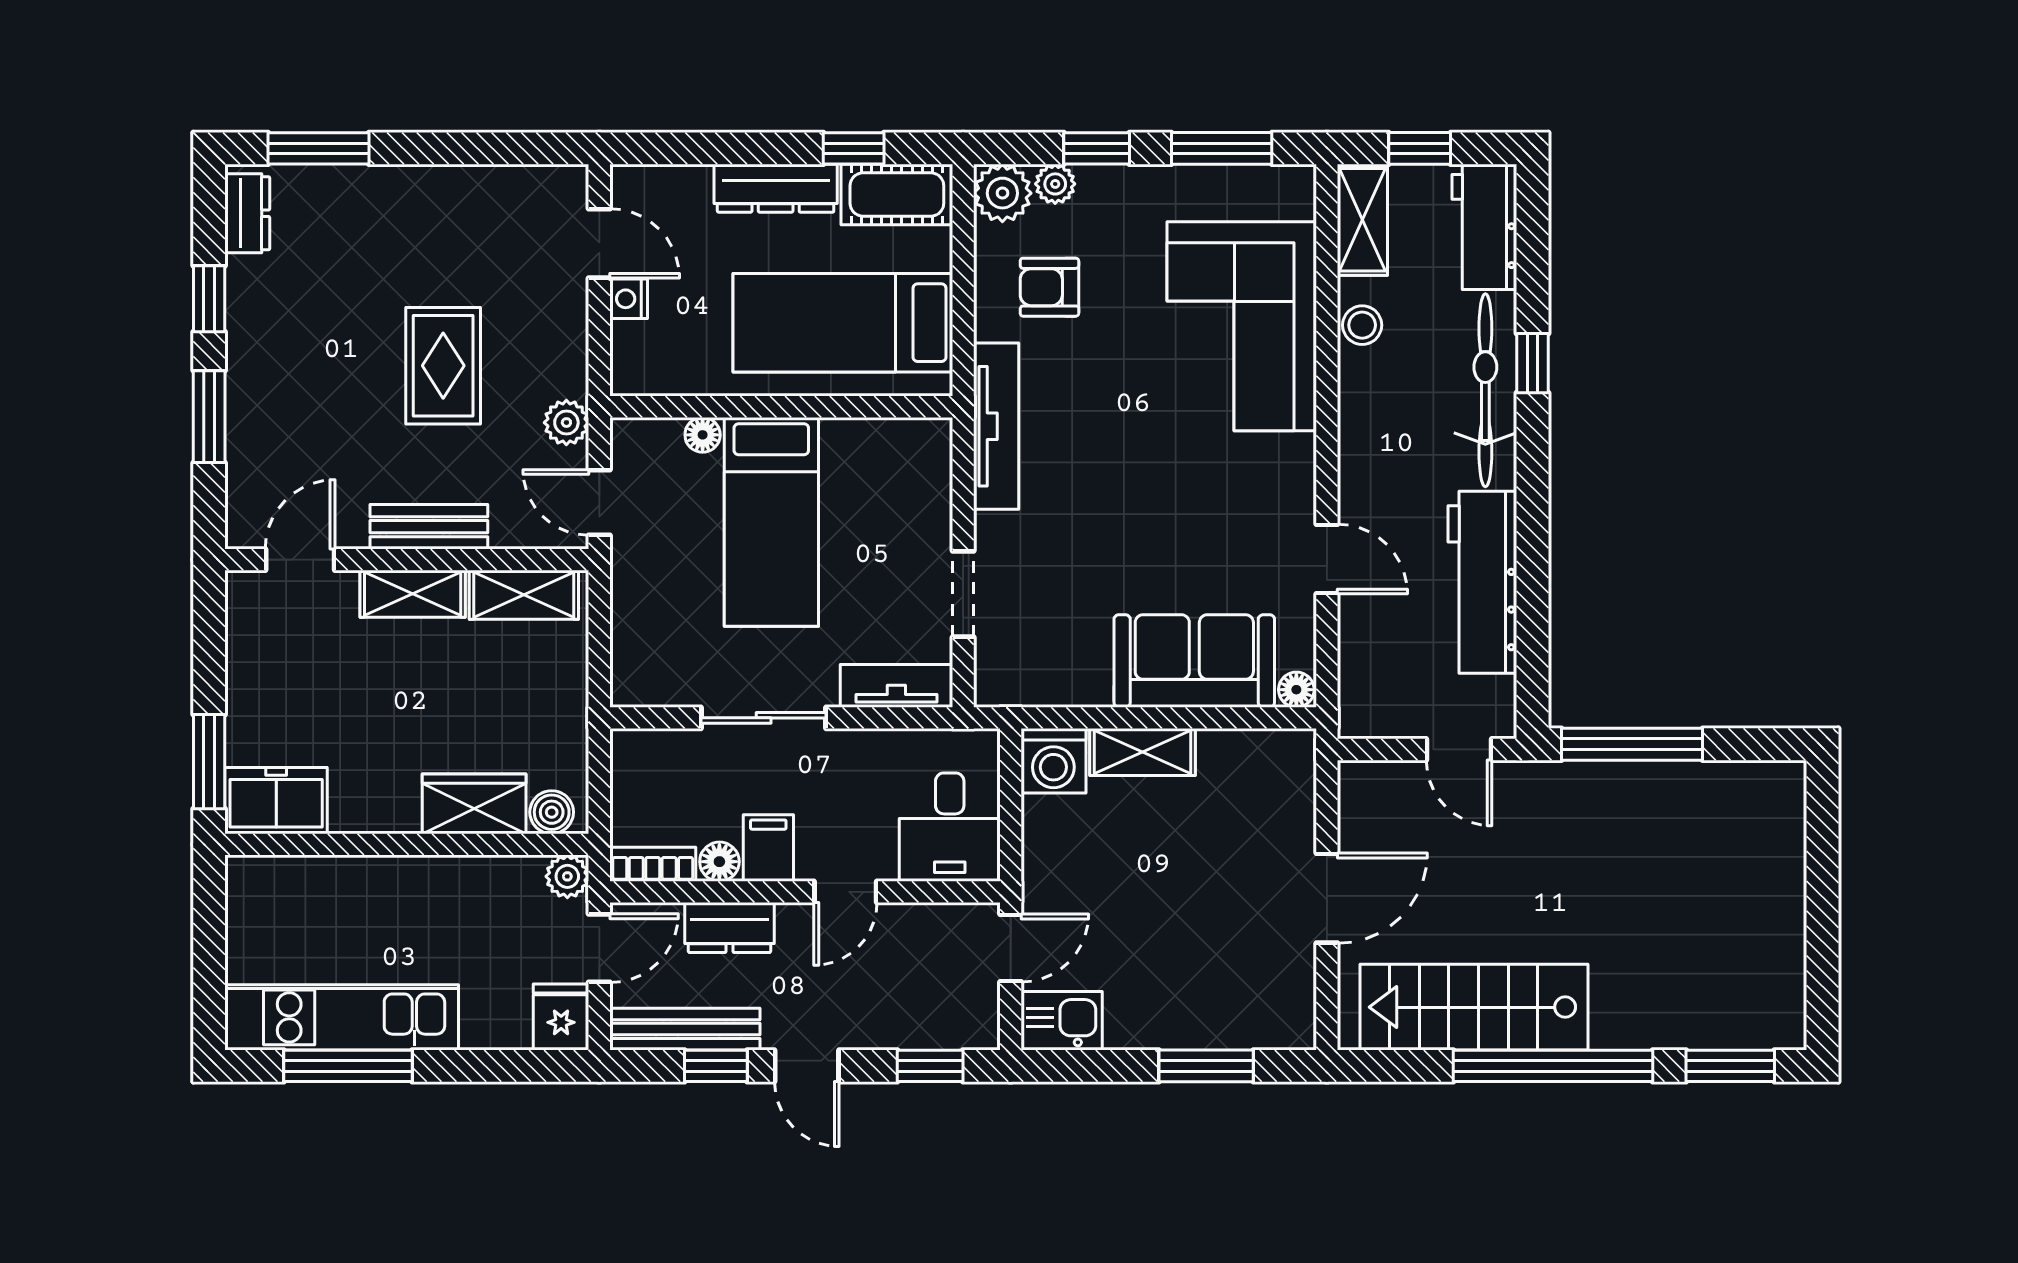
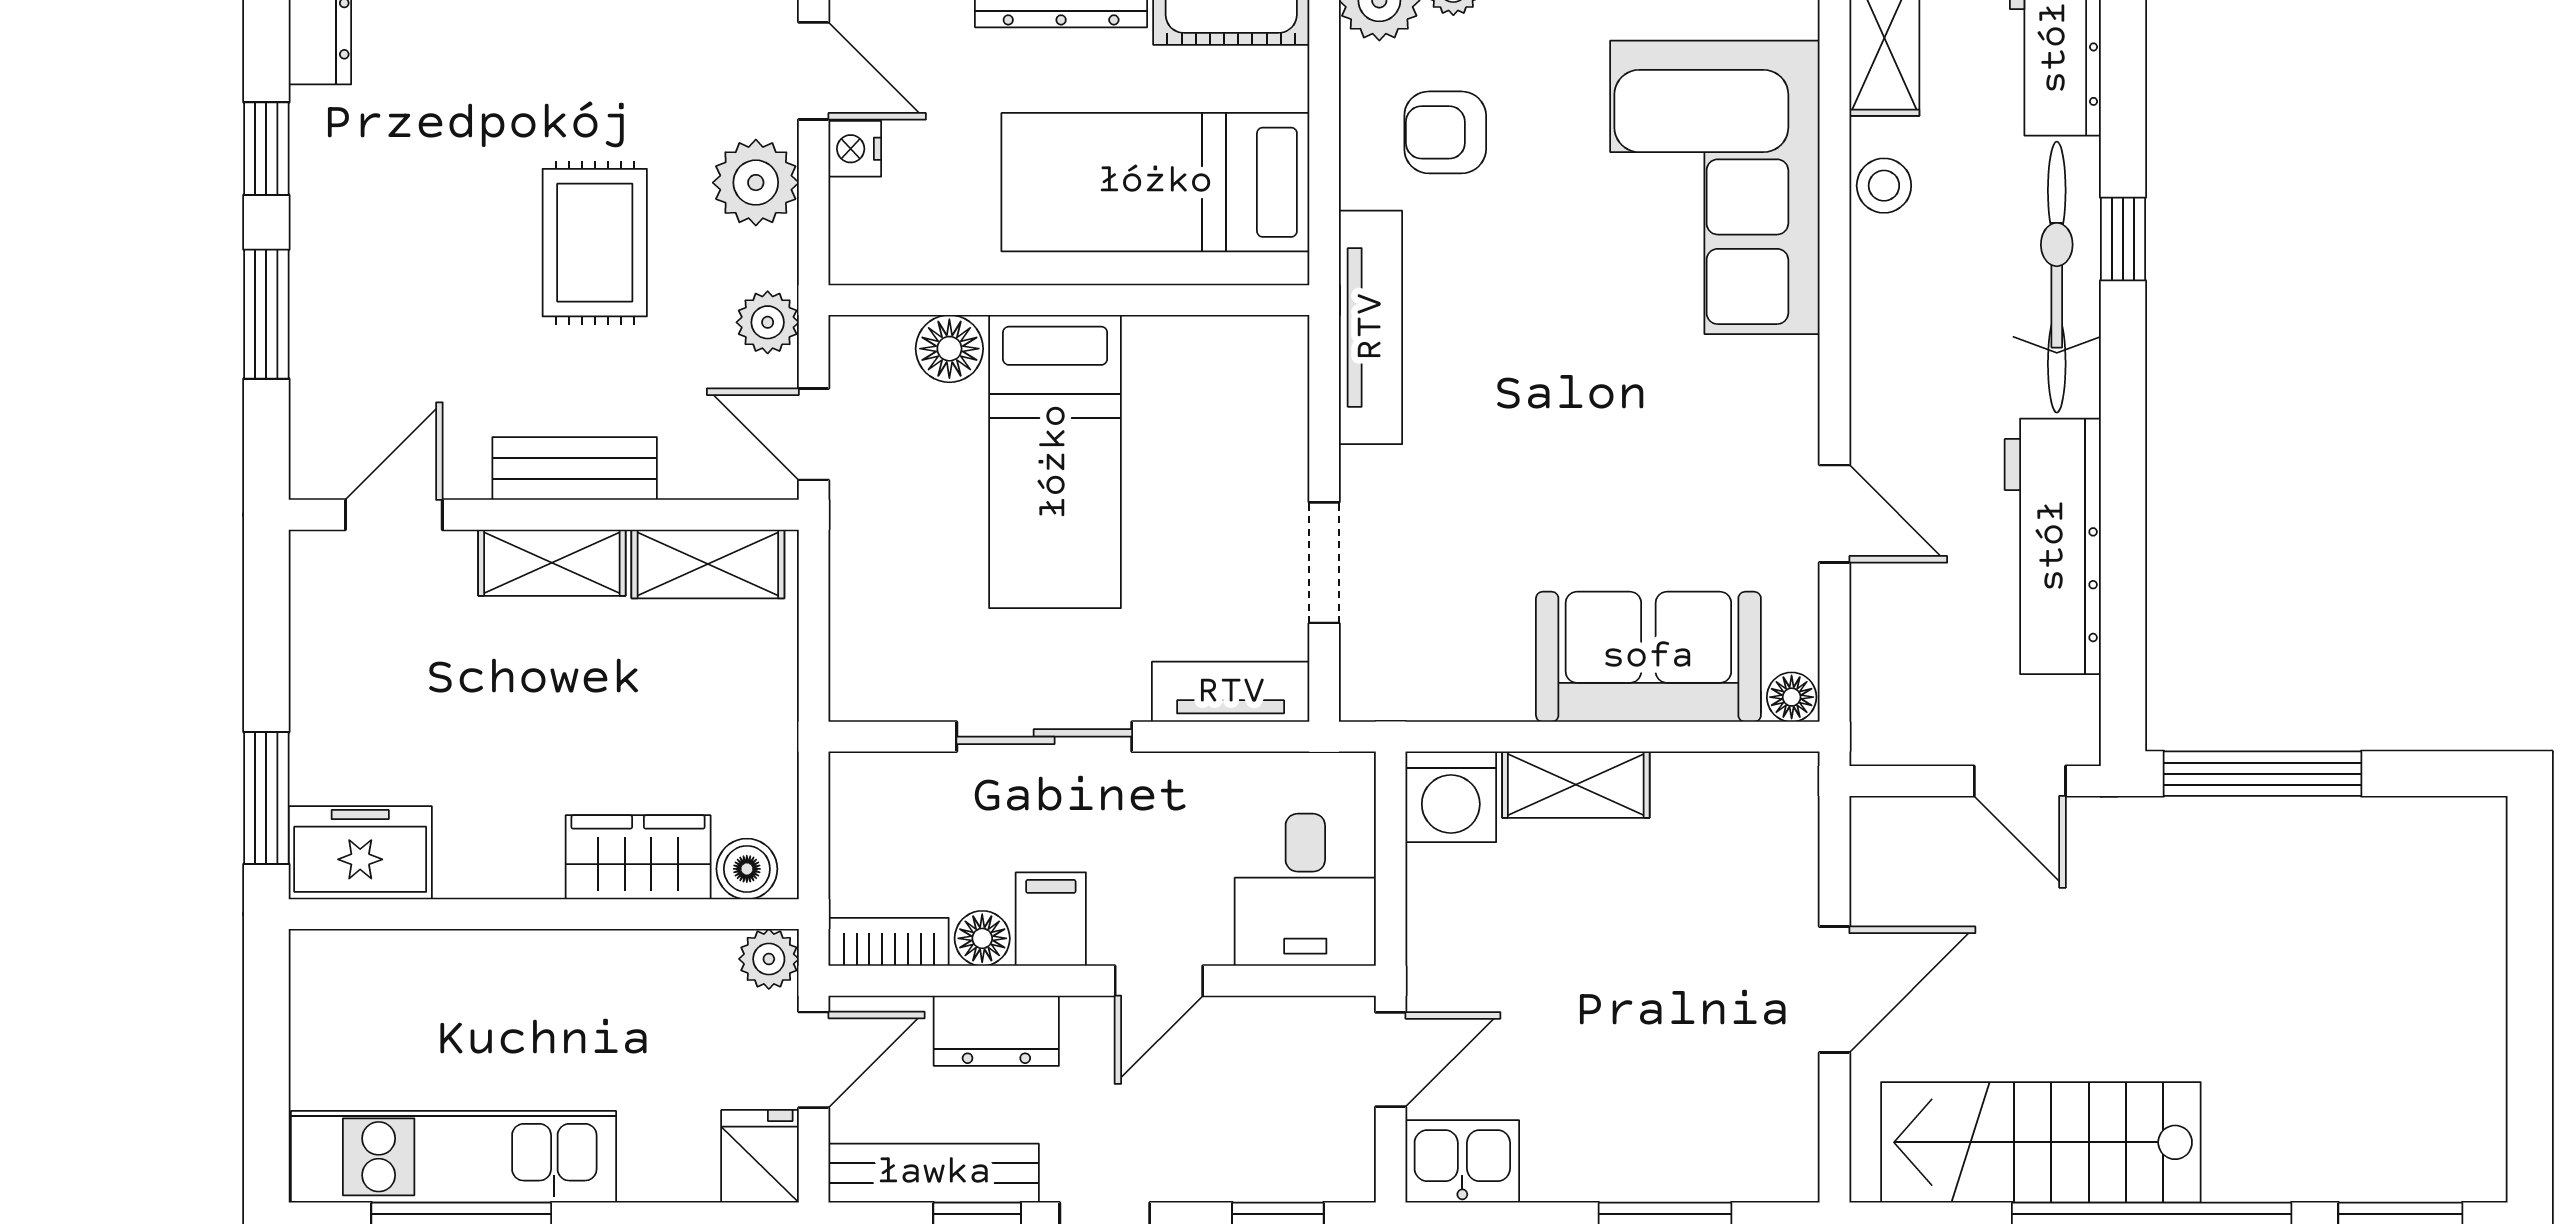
plant: (558, 323) -> (756, 183), added
floor lamp: (703, 435) -> (949, 349), width x1.37, depth x1.37

